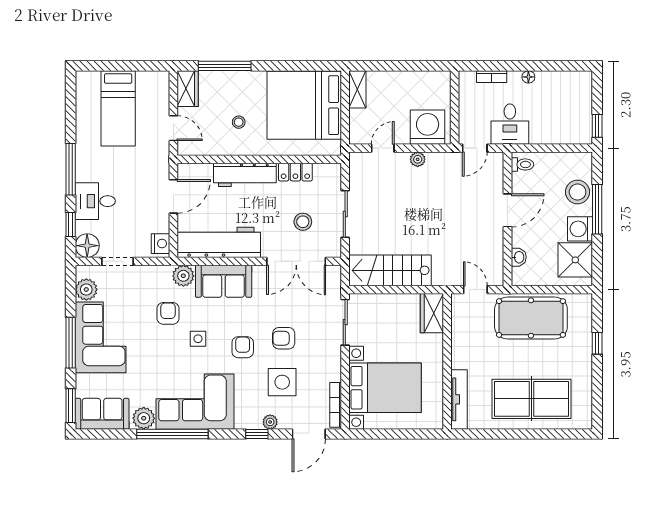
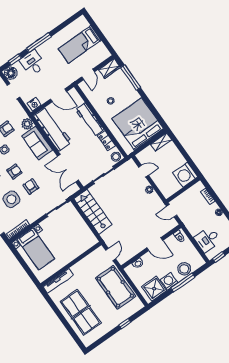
desk: (510, 124) -> (208, 239), moved
washing machine: (428, 127) -> (185, 175), moved, turned 180
stool: (303, 222) -> (116, 157), moved
wardrobe: (432, 313) -> (87, 243), removed
bed with nightstands: (385, 388) -> (36, 249), width x0.73

